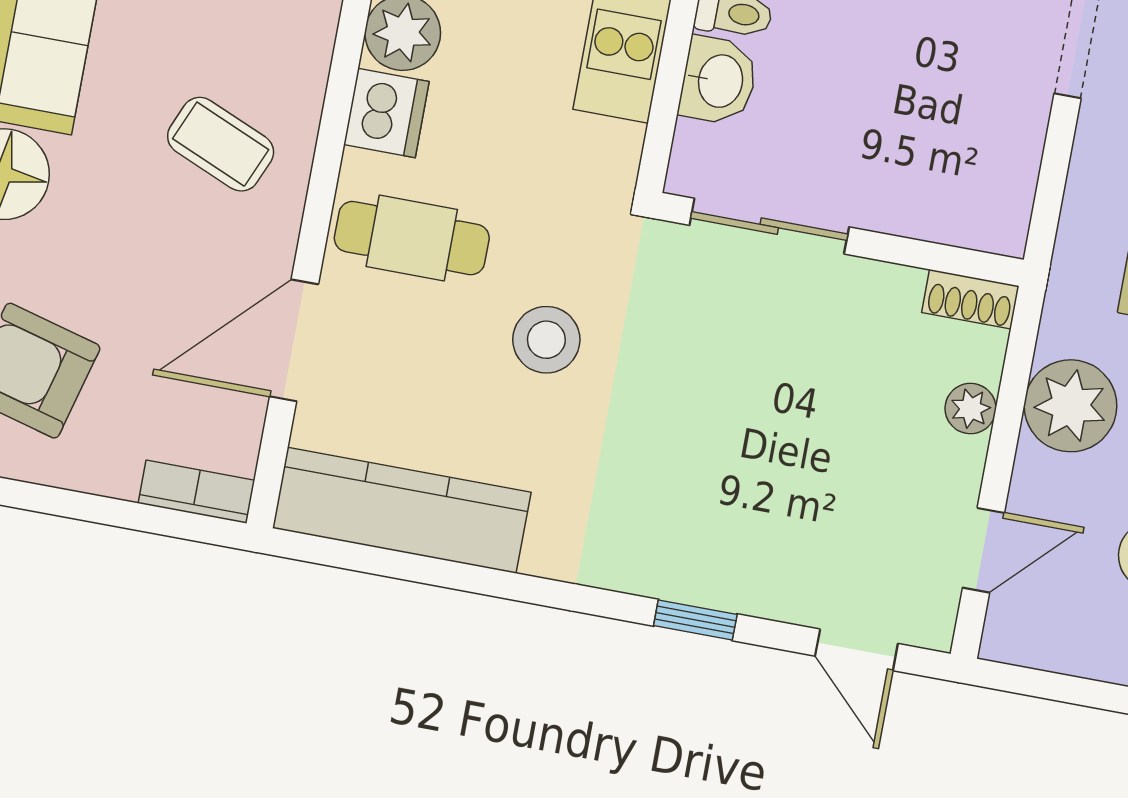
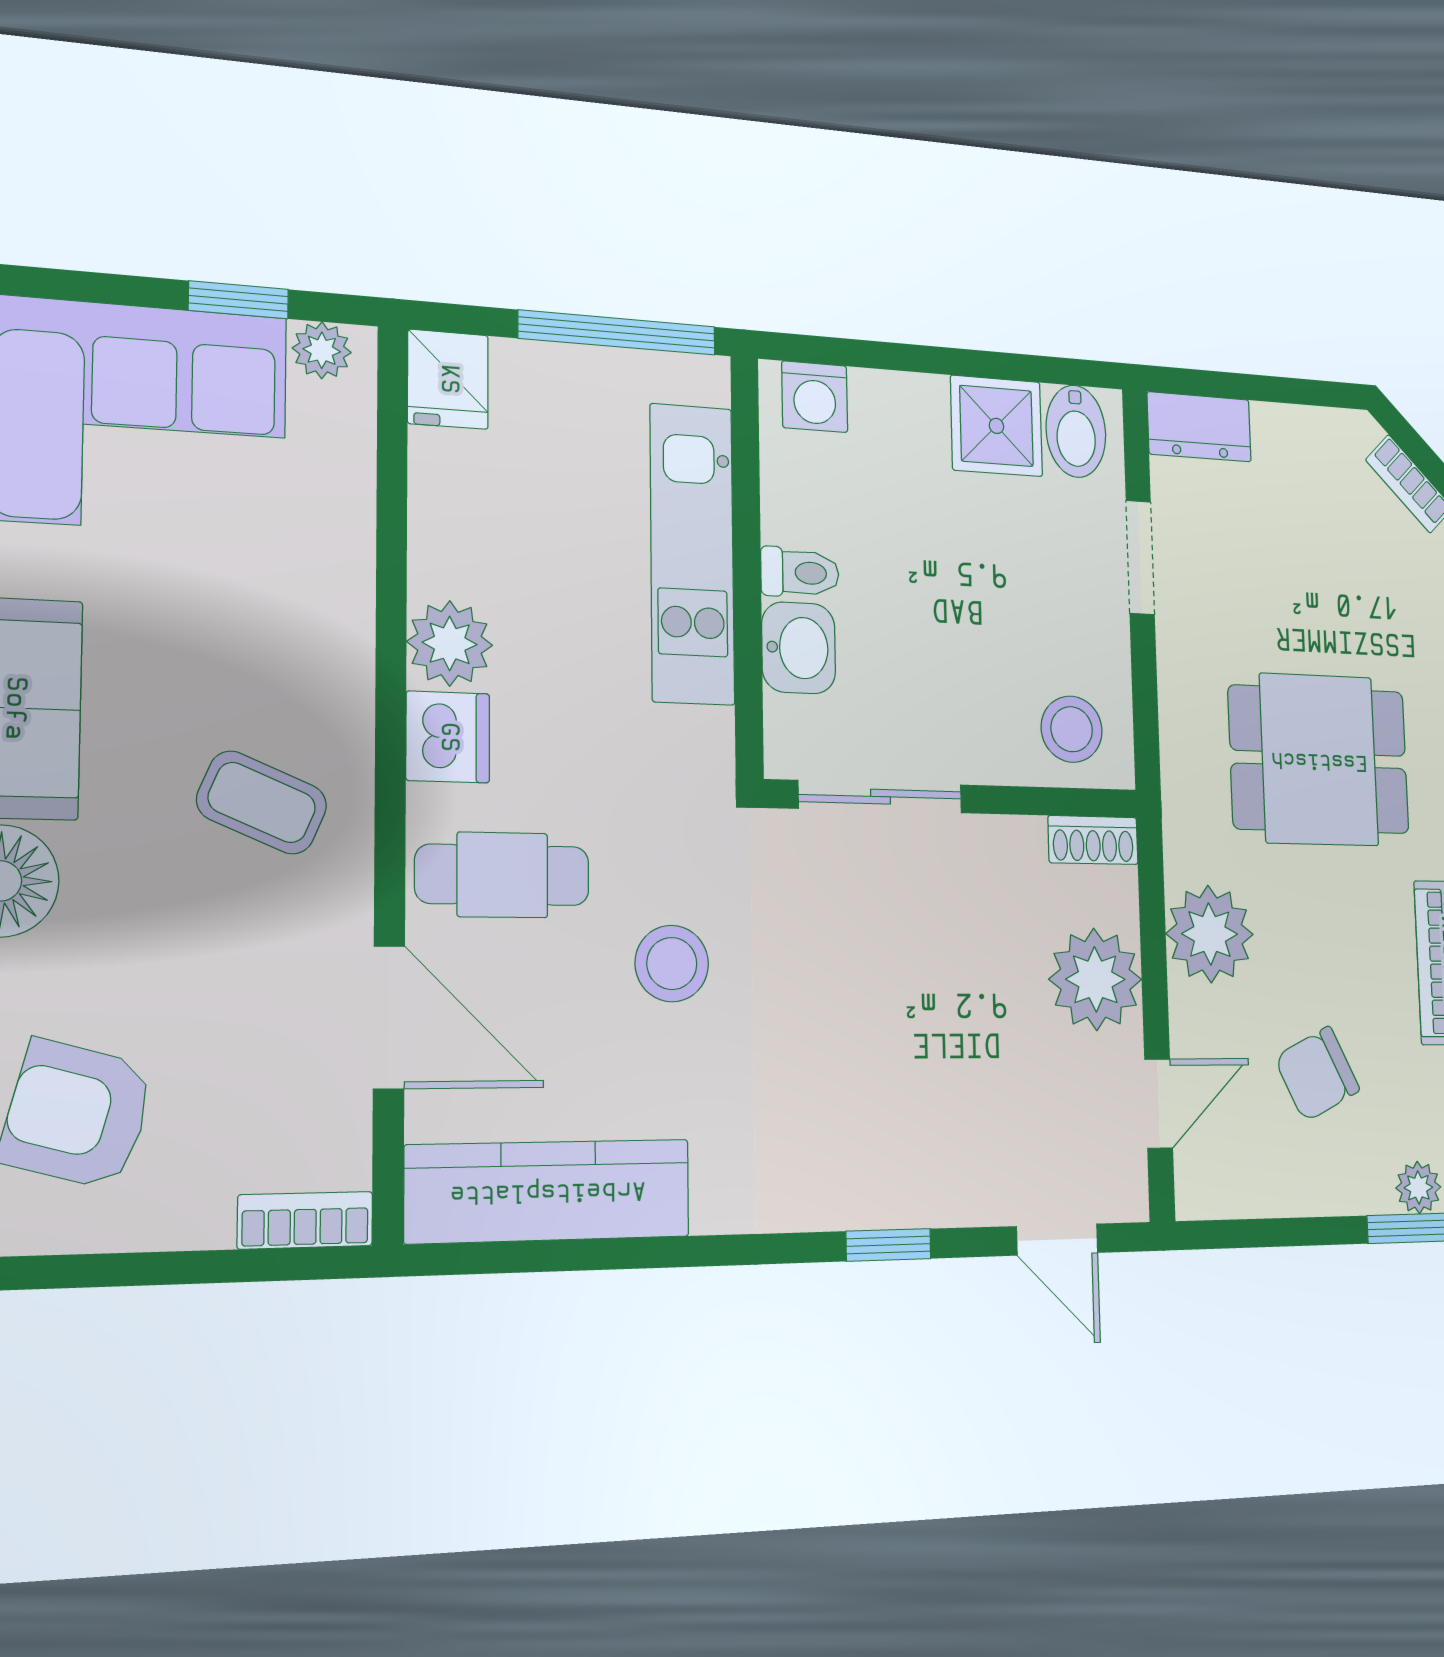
stool: (971, 194) -> (1072, 729), added
door: (294, 340) -> (389, 1017), swing flipped
plant: (971, 409) -> (1095, 979), width x1.88, depth x1.88

